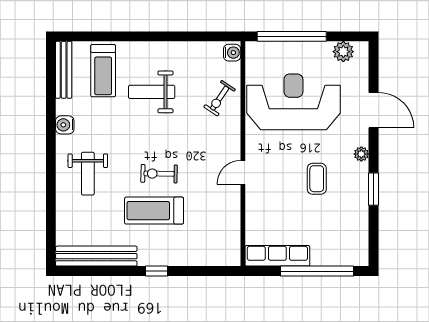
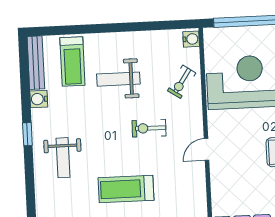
water cooler: (65, 125) -> (39, 99), moved
window: (51, 146) -> (27, 134), added
exercise bike: (159, 174) -> (149, 128), moved

